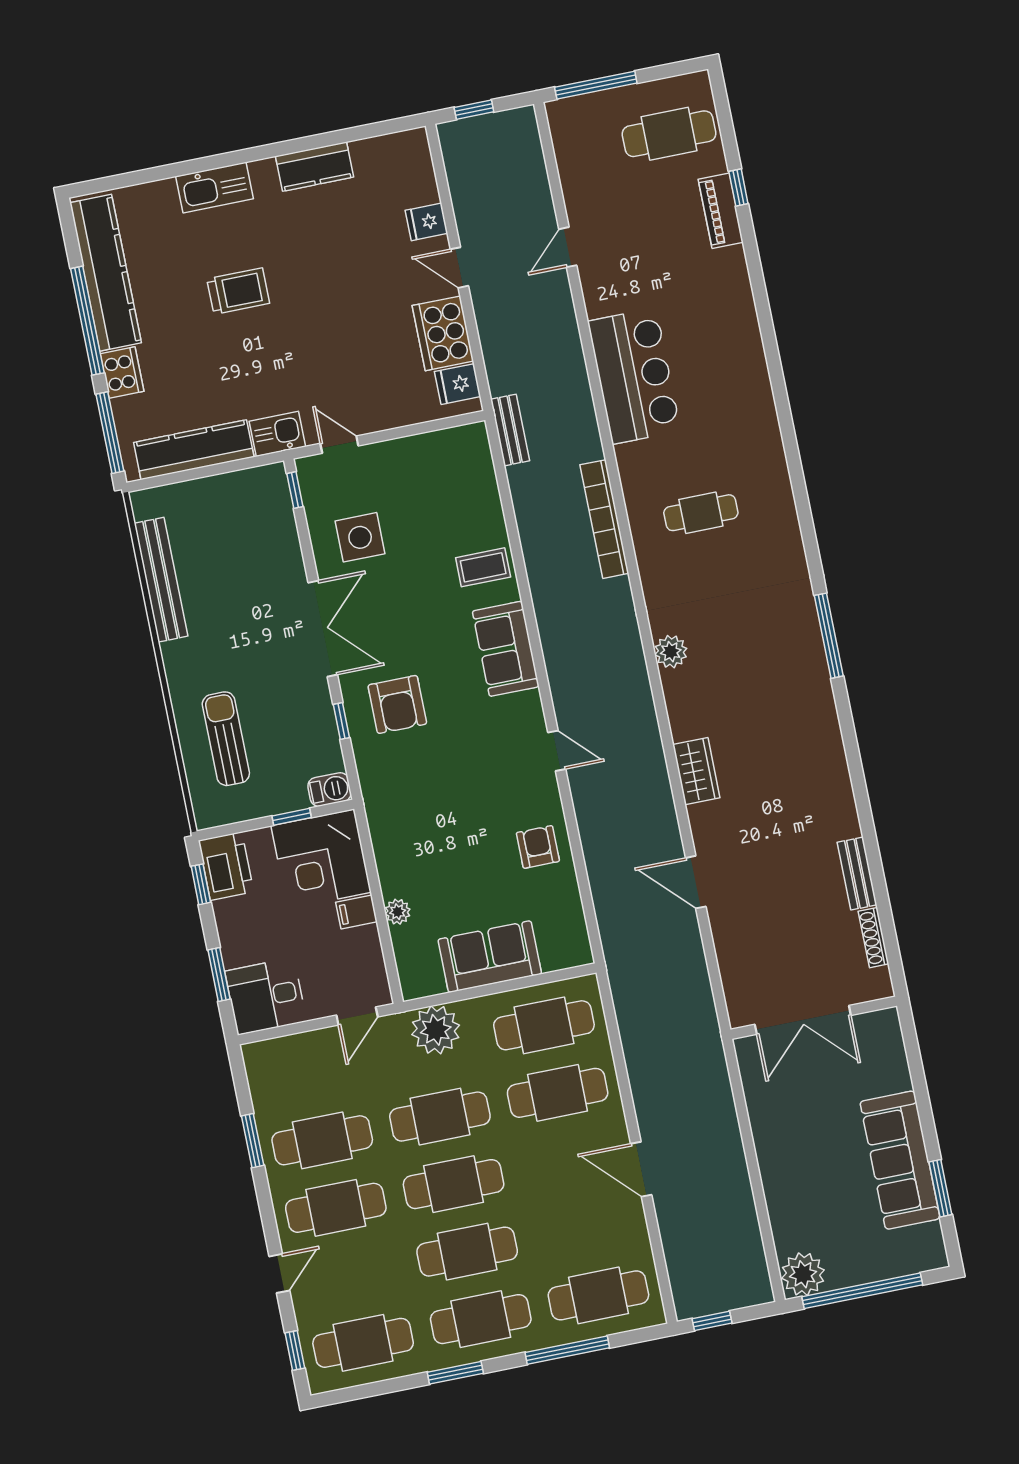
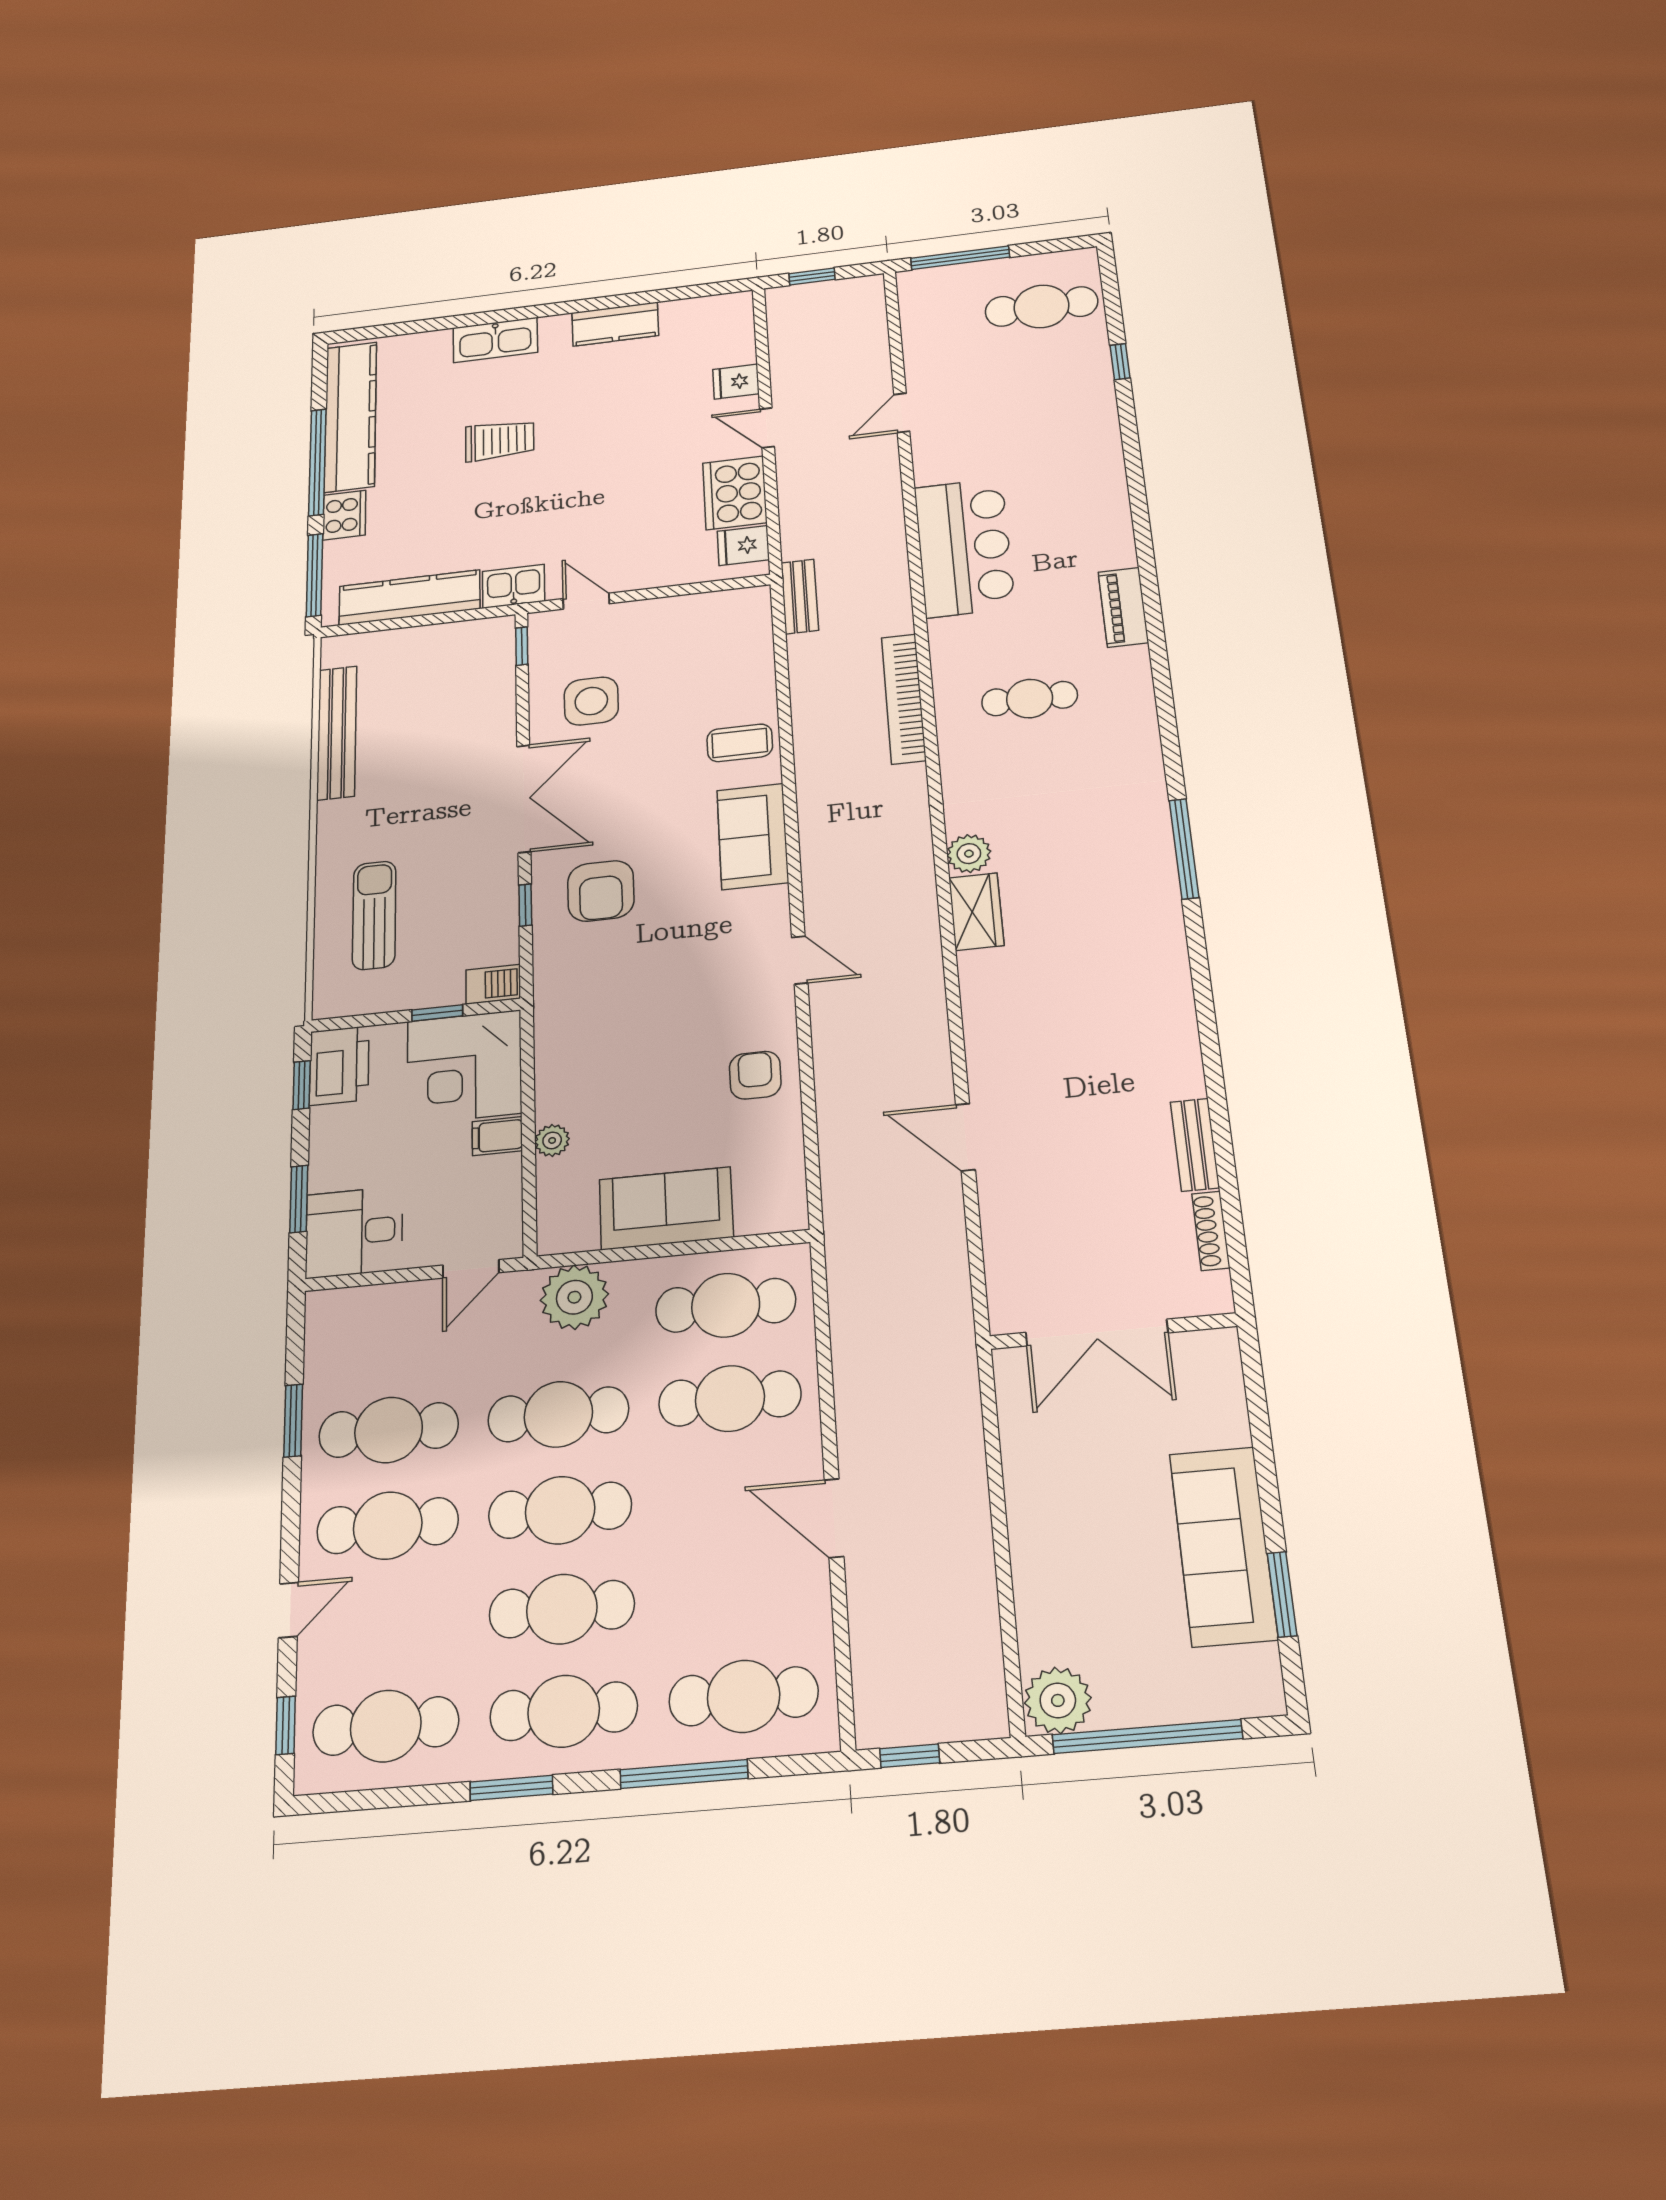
piano: (721, 211) -> (1123, 607), moved
wardrobe: (696, 771) -> (976, 912), moved

